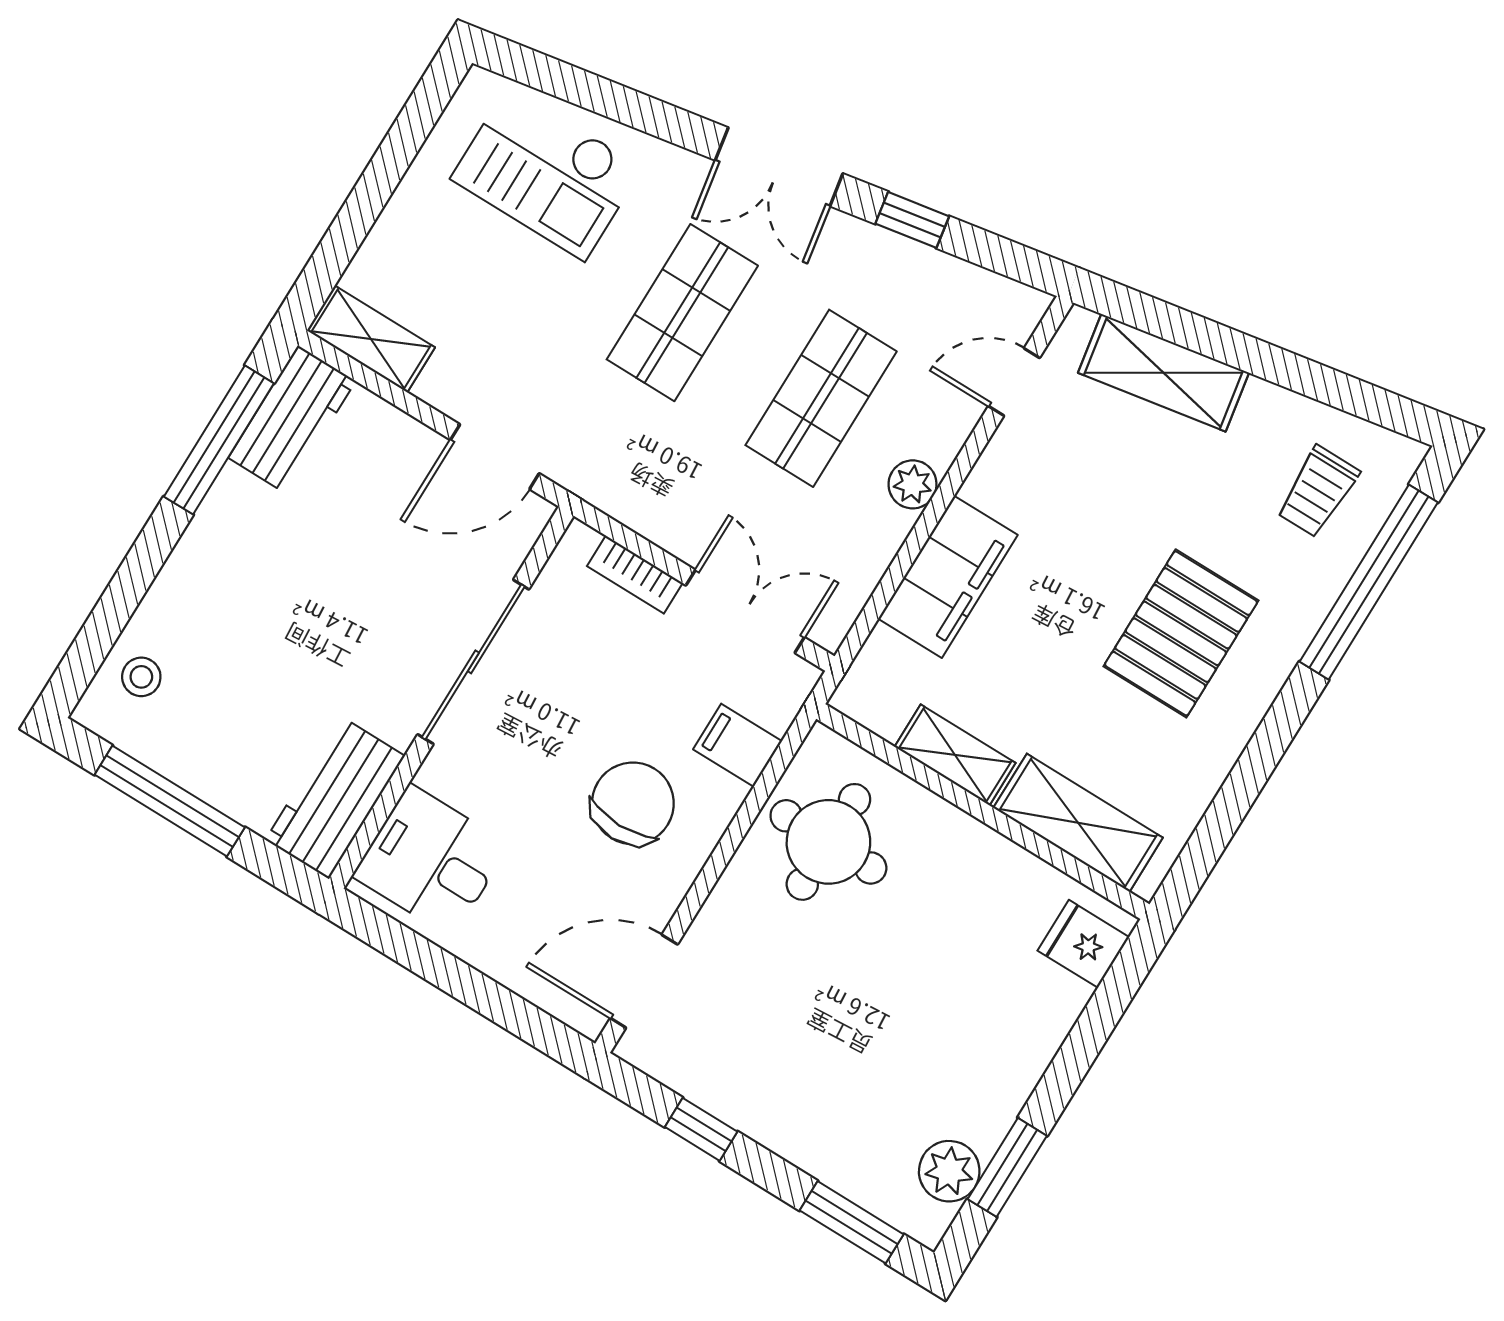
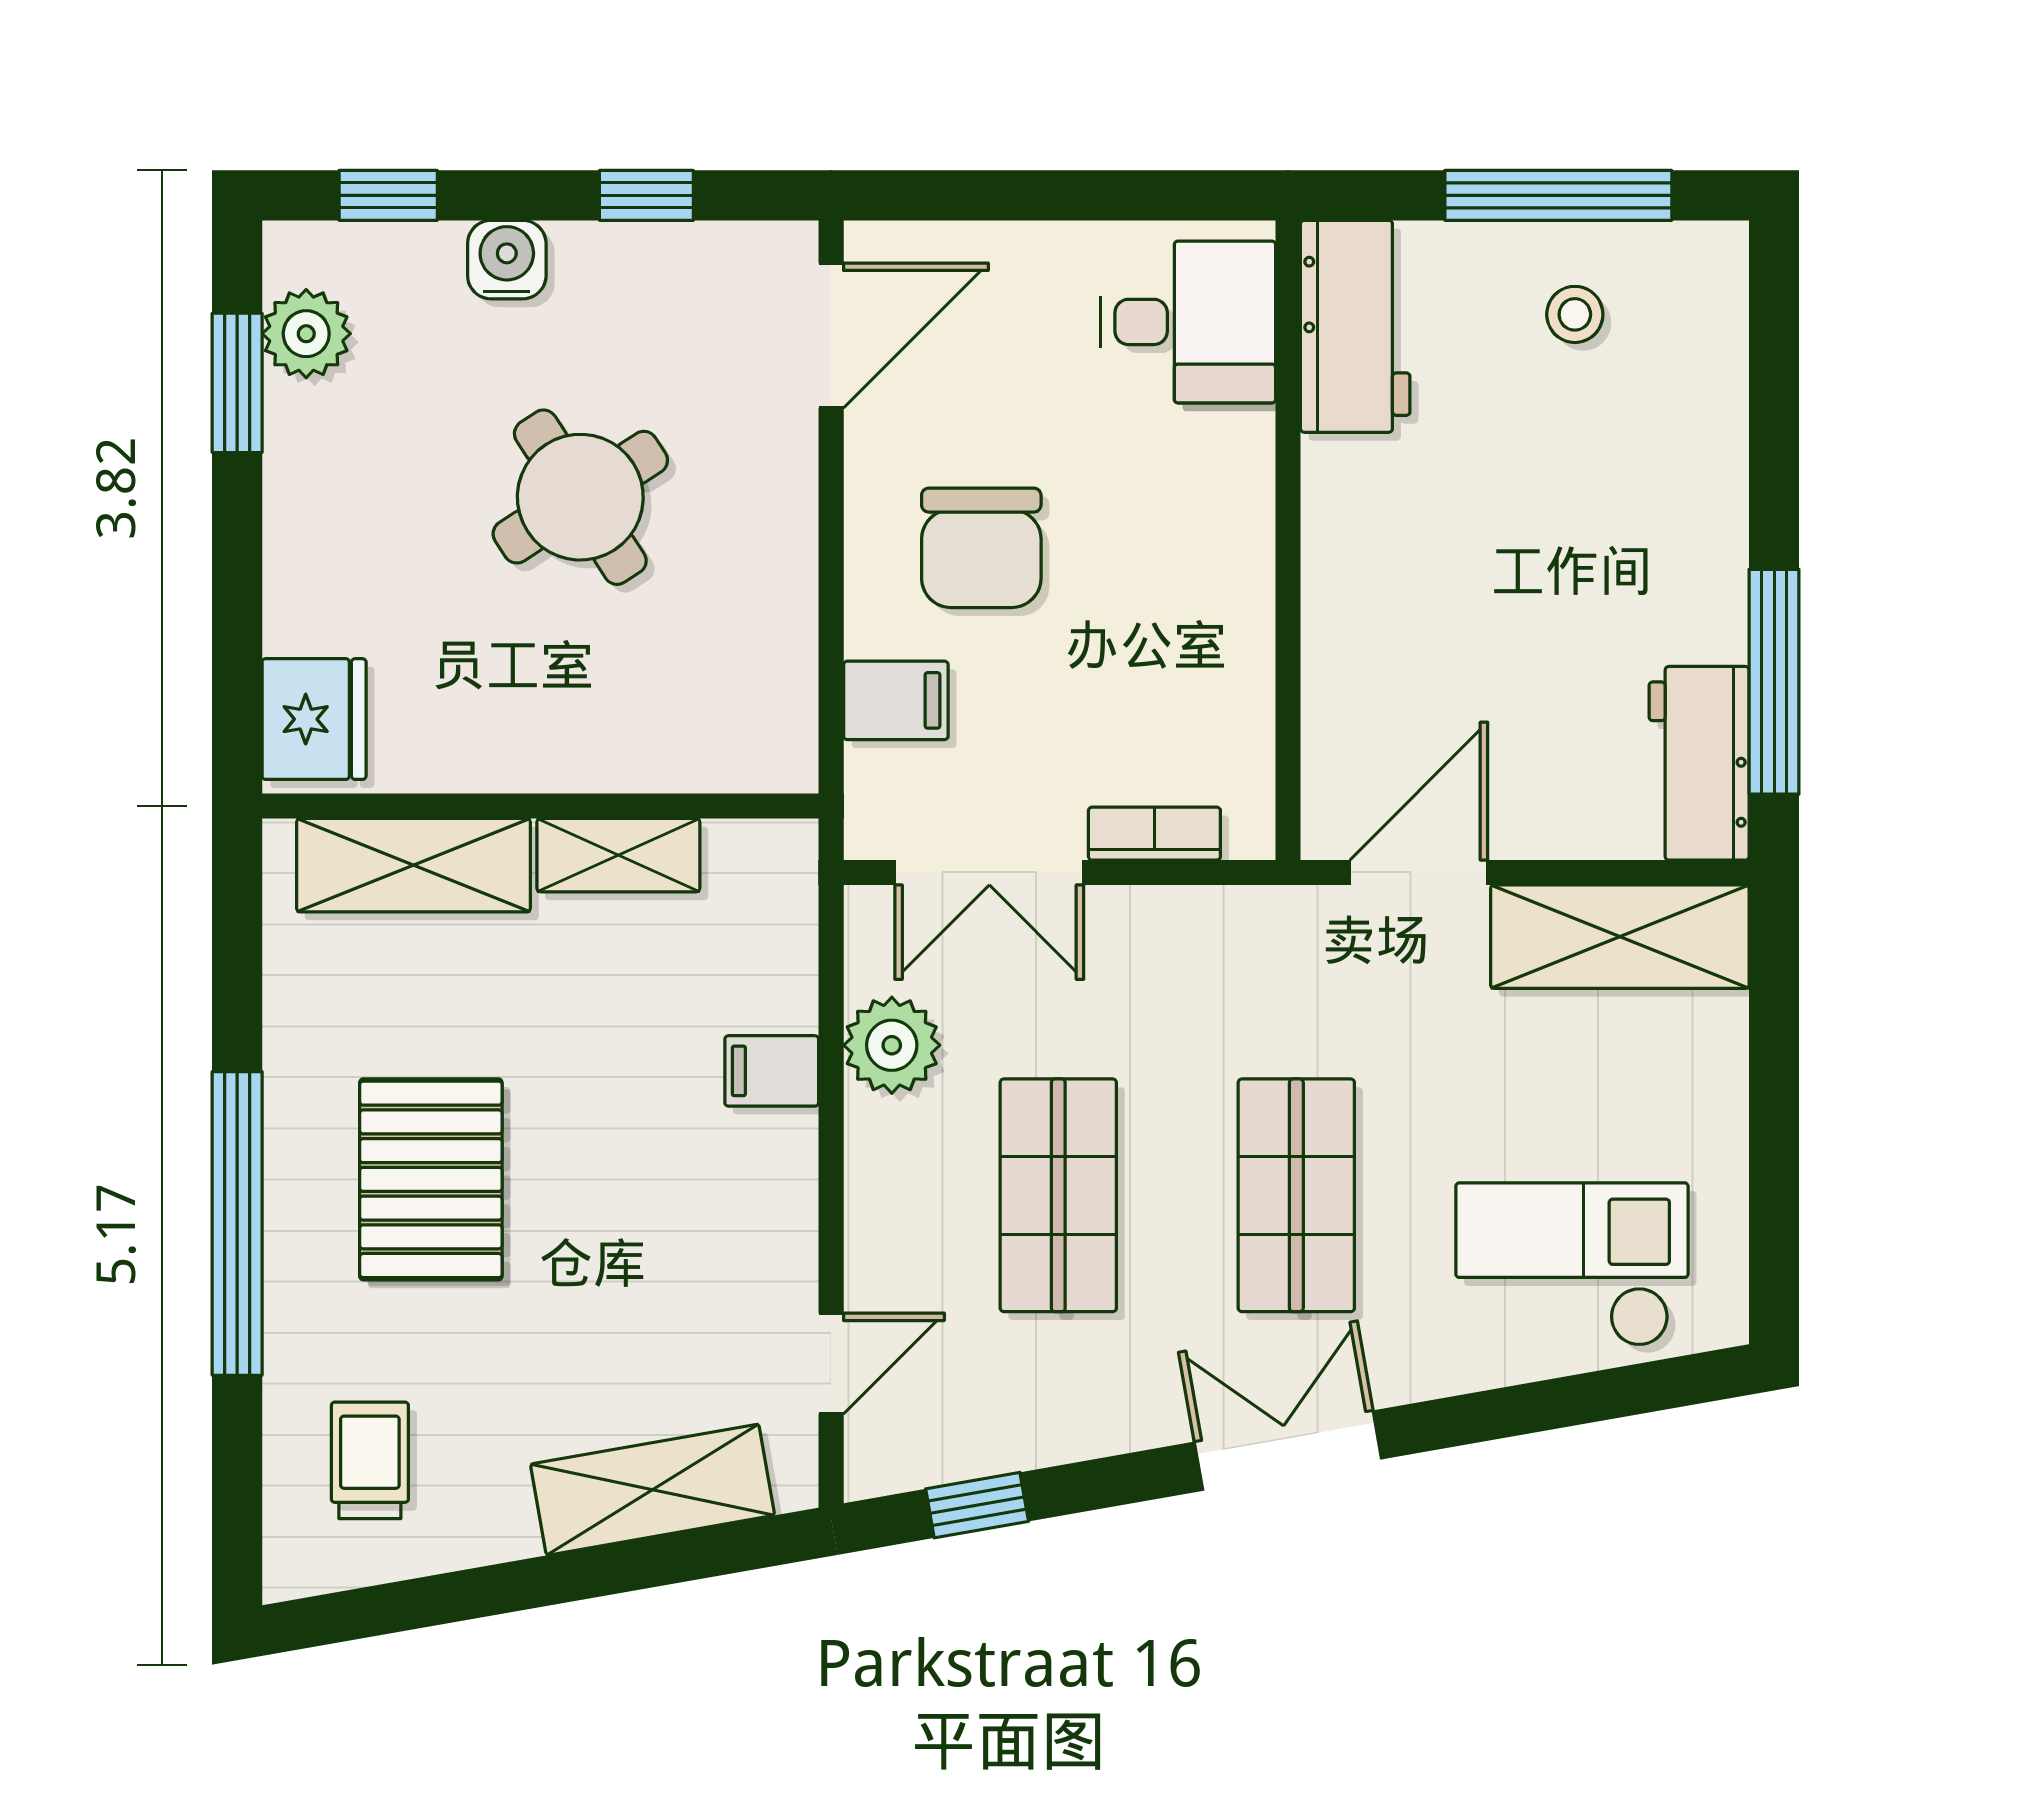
window: (912, 220) -> (977, 1505), moved
shelving: (371, 339) -> (1620, 937), width x1.50, depth x1.33
plant: (913, 484) -> (892, 1045), moved, width x1.38, depth x1.38
filing cabinet: (948, 577) -> (772, 1071), width x0.33, depth x0.86
window: (1369, 582) -> (237, 1223), moved
sliding door: (473, 662) -> (1288, 601), removed
stool: (141, 677) -> (1575, 314), moved
round table: (828, 842) -> (580, 497), moved, turned -33
fridge: (1083, 944) -> (314, 719), width x1.38
water cooler: (806, 1142) -> (507, 260), added
window: (852, 1222) -> (388, 195), width x0.67

